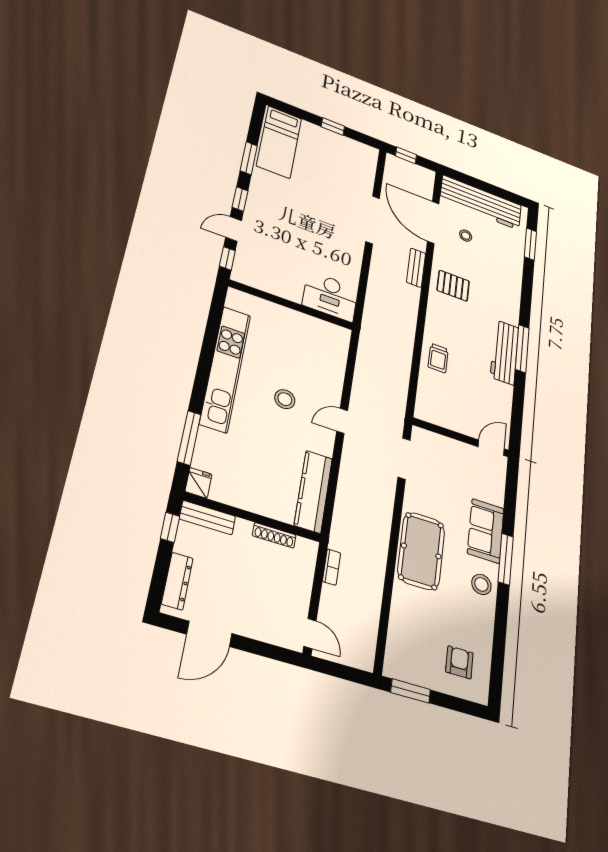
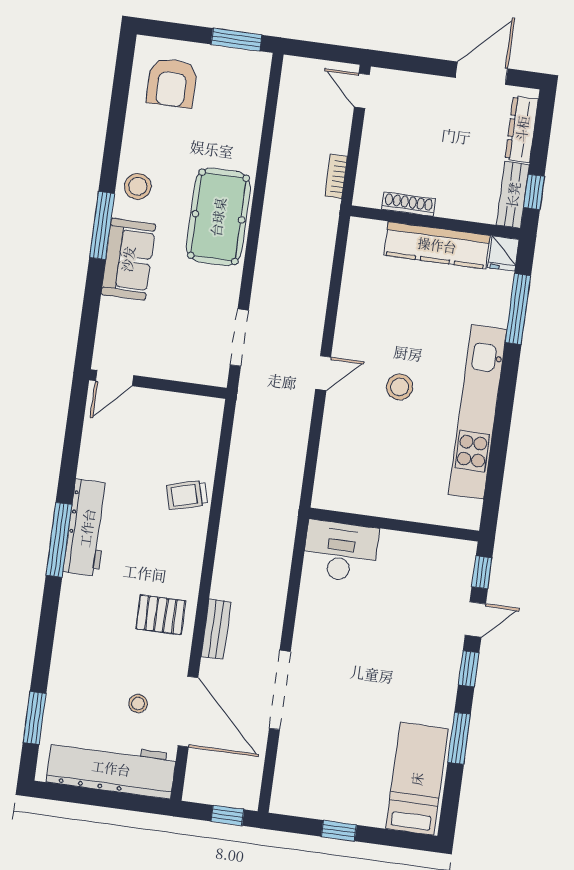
trolley: (438, 358) -> (187, 495), turned -105
kitchen counter: (313, 492) -> (437, 245), moved, turned 90
bench: (208, 518) -> (513, 195), moved, turned 90
armchair: (459, 662) -> (172, 83), width x1.38, depth x1.38

